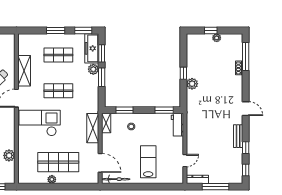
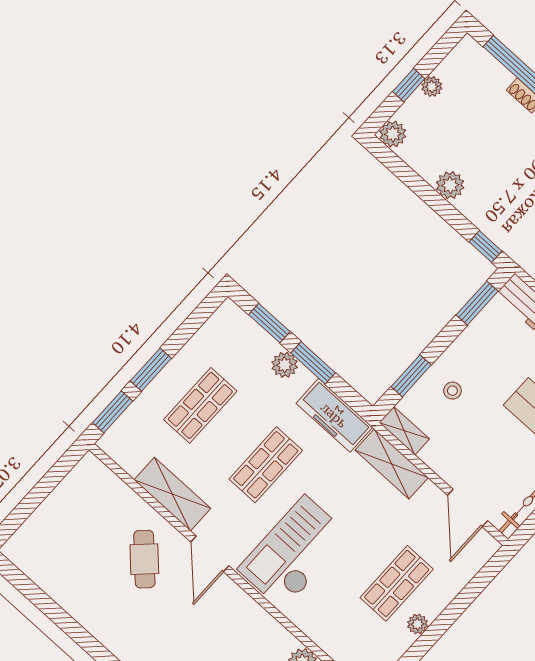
window: (83, 31) -> (113, 412), moved
plant: (192, 39) -> (393, 134), added
freezer: (92, 48) -> (334, 415), moved
window: (183, 73) -> (485, 246), moved
plant: (192, 84) -> (450, 185), moved
shop shelf: (58, 162) -> (397, 583), width x0.70, depth x0.74
door: (100, 163) -> (468, 508), swing flipped

